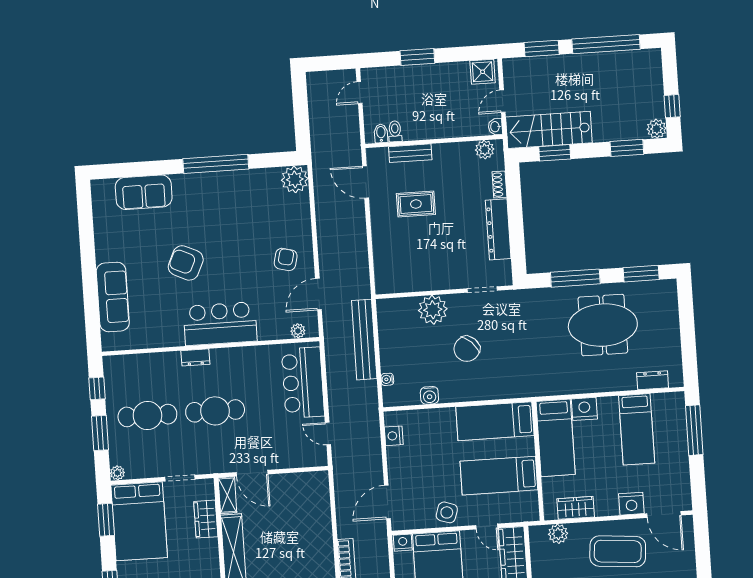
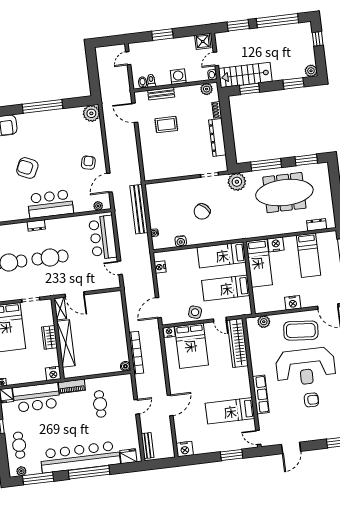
window: (672, 106) -> (318, 39), moved
washing machine: (440, 127) -> (178, 77), added
plant: (433, 310) -> (237, 182), moved
meeting table: (603, 325) -> (284, 193), width x1.36
nightstand: (631, 504) -> (293, 303), moved
wardrobe: (576, 508) -> (274, 305), removed
wardrobe: (206, 519) -> (49, 337), moved

